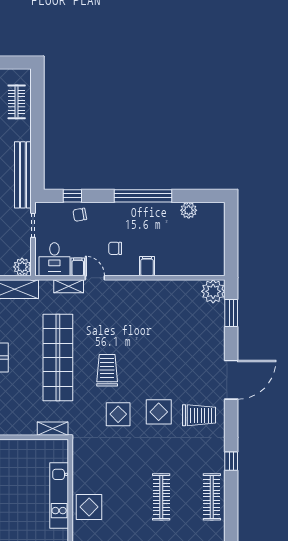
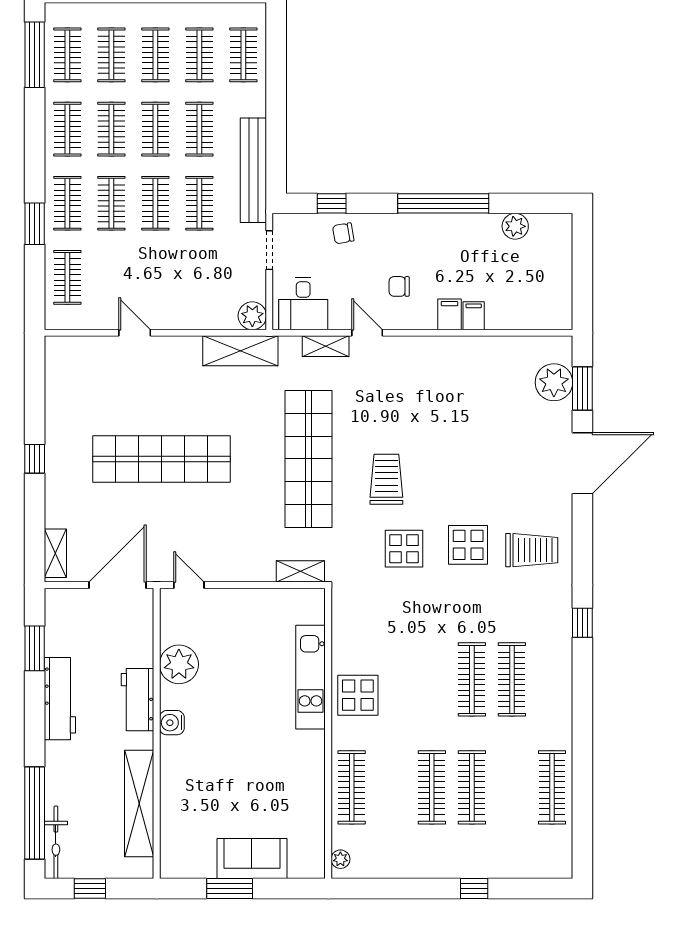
filing cabinet: (78, 267) -> (474, 316), moved
plant: (213, 291) -> (554, 382), moved
door: (231, 380) -> (582, 463), moved
clothes rail: (212, 497) -> (512, 679), moved

